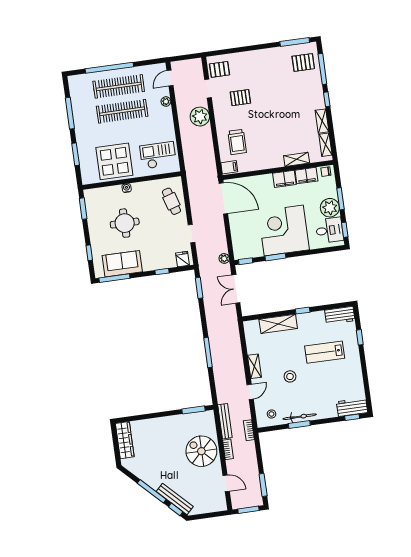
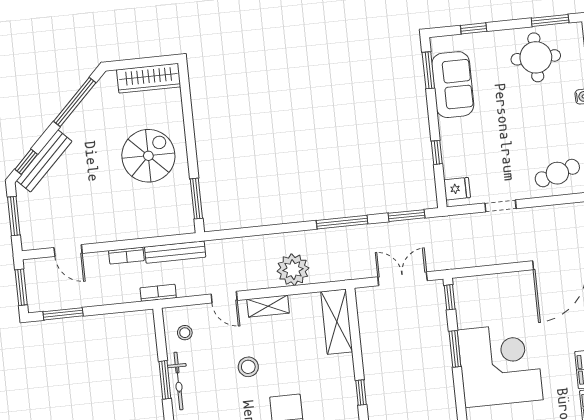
round table: (125, 223) -> (536, 57), moved
plant: (224, 258) -> (293, 270), moved, width x1.88, depth x1.88
window: (114, 278) -> (428, 70), width x0.69
shelving: (278, 324) -> (337, 322), moved
window: (208, 353) -> (342, 222), moved
spiral stairs: (201, 451) -> (148, 156), moved
door: (226, 483) -> (68, 250), hinge flipped
window: (152, 491) -> (75, 102), moved
window: (207, 515) -> (14, 216), added

